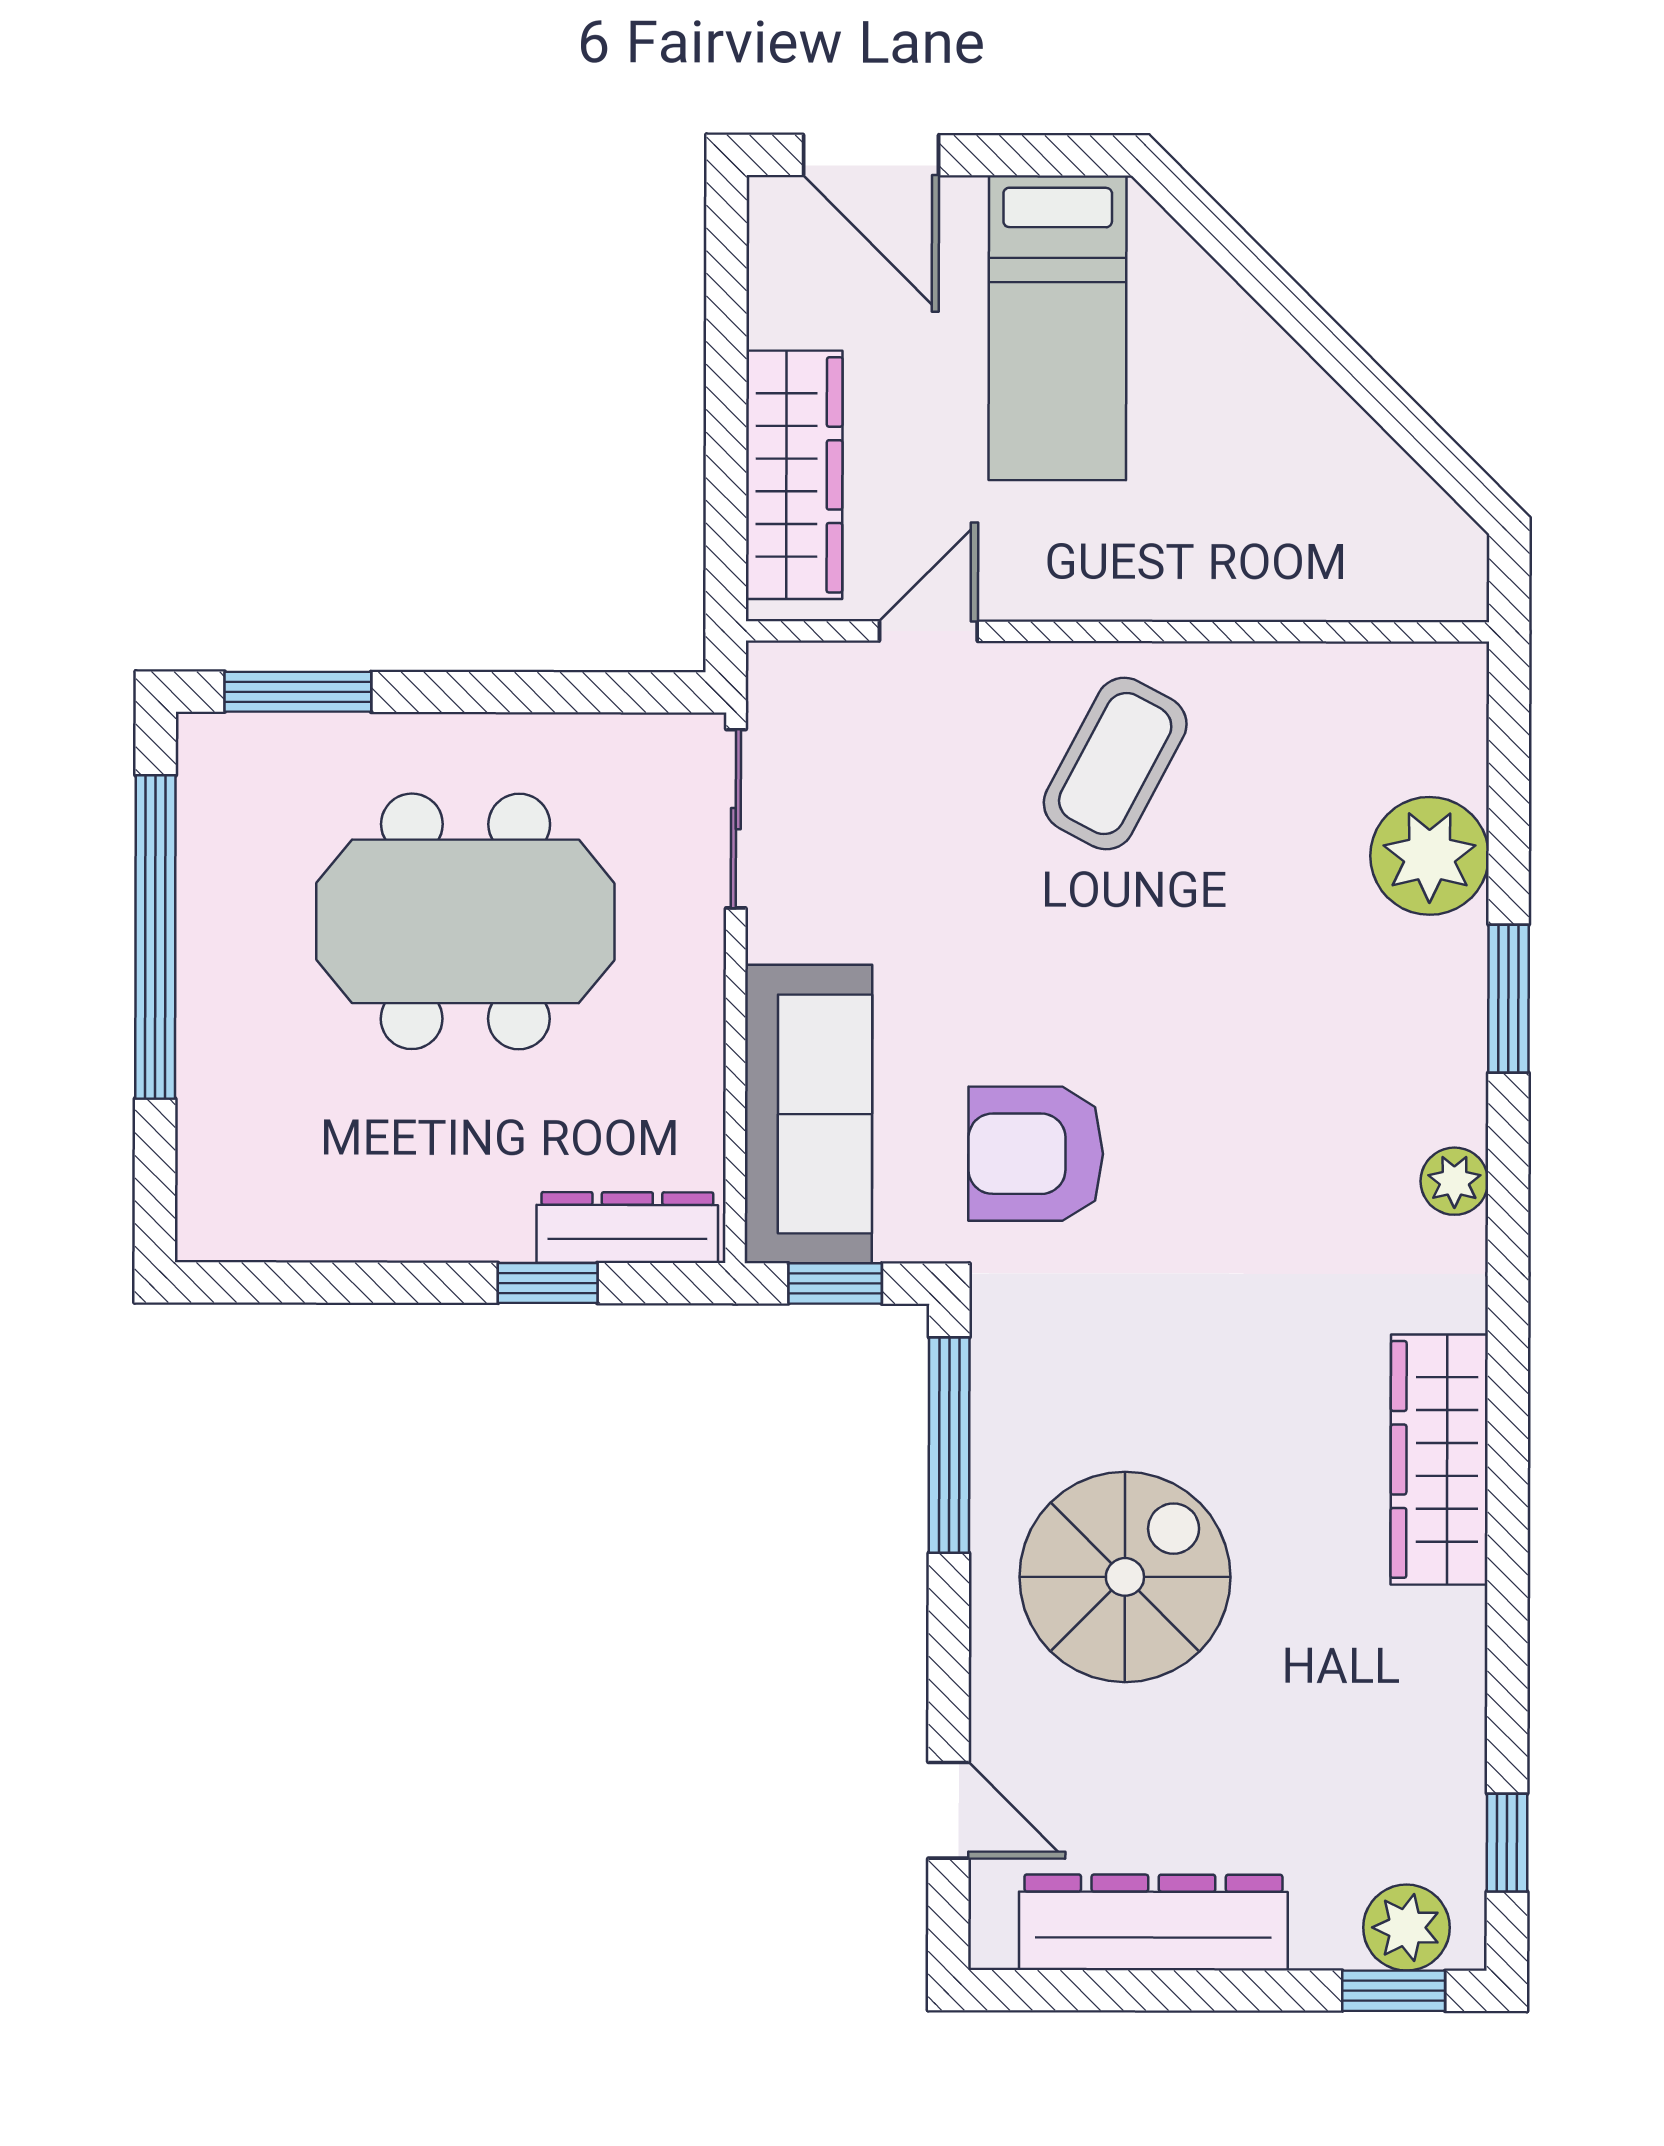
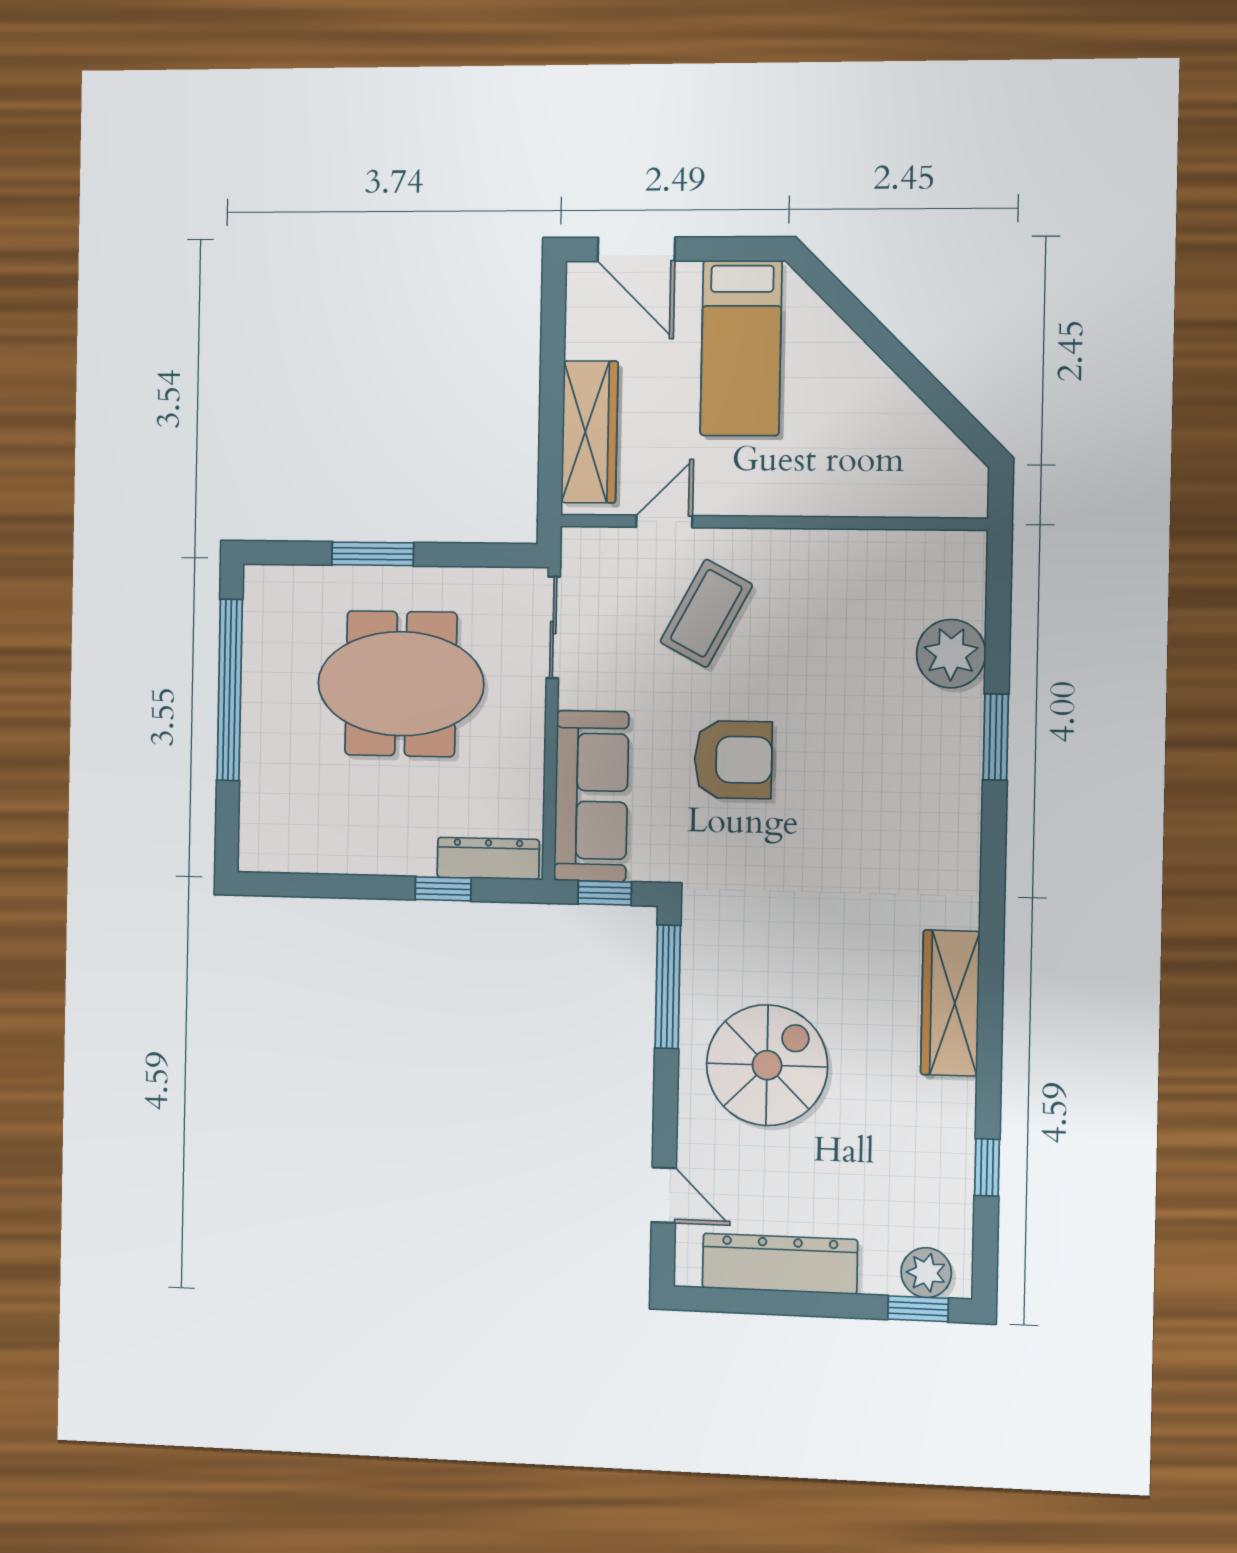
window: (298, 692) -> (373, 554), moved
coffee table: (1115, 764) -> (706, 613), moved
armchair: (1036, 1154) -> (733, 760), moved, turned 180
plant: (1454, 1181) -> (962, 842), removed
window: (1507, 1843) -> (987, 1167), moved

